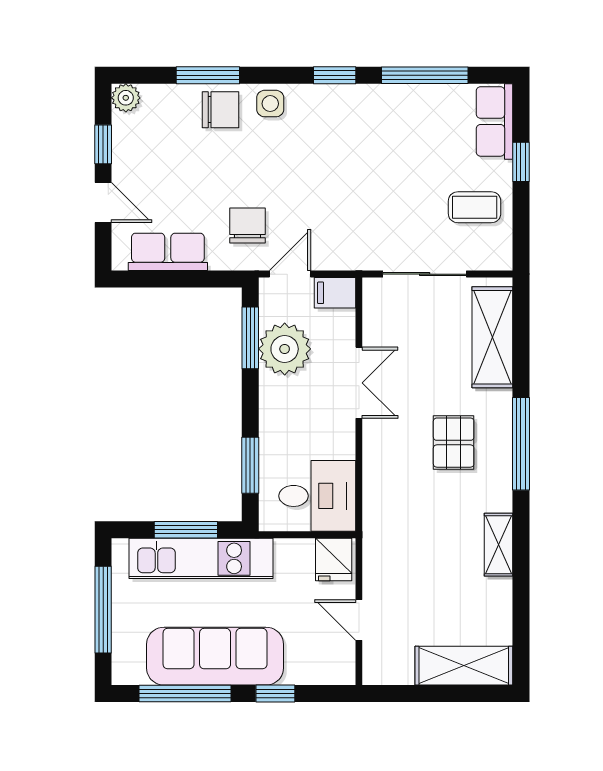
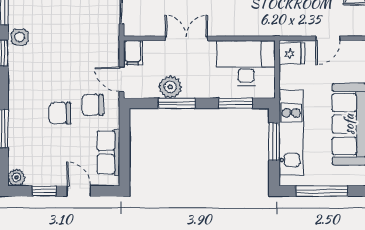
side table: (270, 104) -> (20, 37), moved
chair: (220, 110) -> (60, 113), moved, turned -90
door: (103, 202) -> (79, 191), hinge flipped
window: (250, 338) -> (177, 103), moved
plant: (285, 349) -> (170, 87), width x0.73, depth x0.73
desk: (317, 496) -> (246, 63), width x1.37

